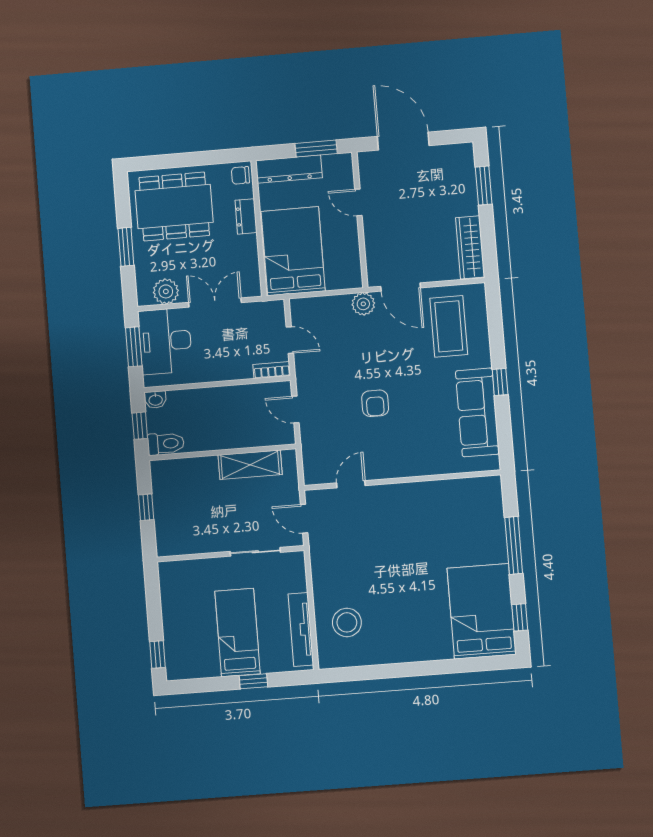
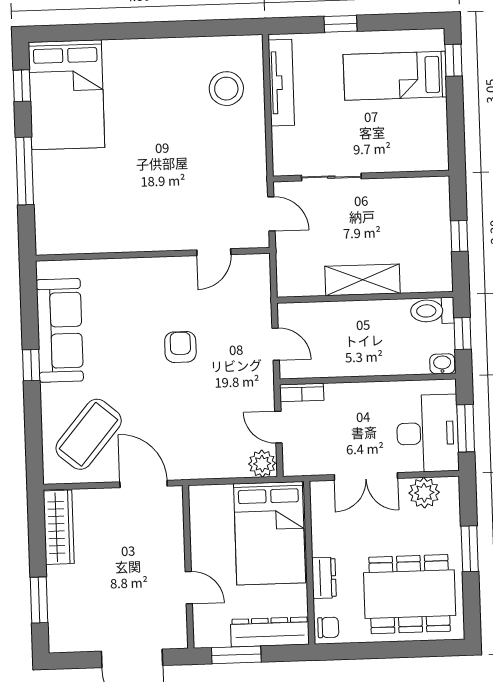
plant: (363, 304) -> (262, 464), moved
coffee table: (449, 326) -> (89, 434), turned 40
shelving: (250, 465) -> (363, 280), moved
bed: (238, 633) -> (395, 76), moved, turned 90

